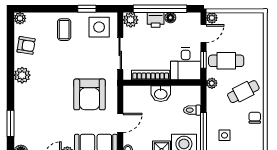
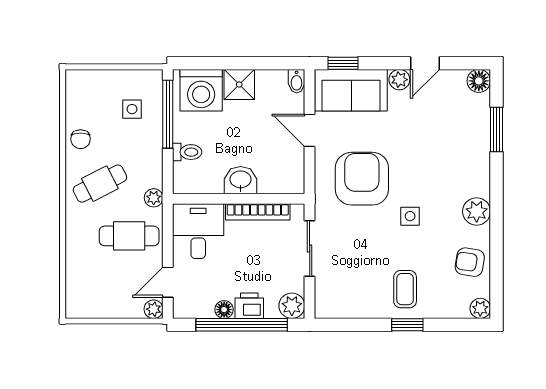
window: (87, 9) -> (407, 325), moved
side table: (99, 27) -> (410, 216), moved, width x0.54, depth x0.54
window: (203, 60) -> (168, 237), removed
door: (120, 123) -> (310, 130), hinge flipped

